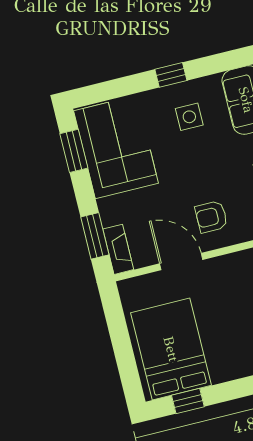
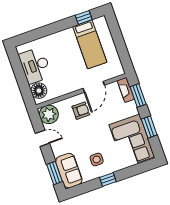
window: (74, 151) -> (149, 127), moved
door: (181, 262) -> (94, 87), hinge flipped
bed: (171, 349) -> (90, 44), width x0.67

